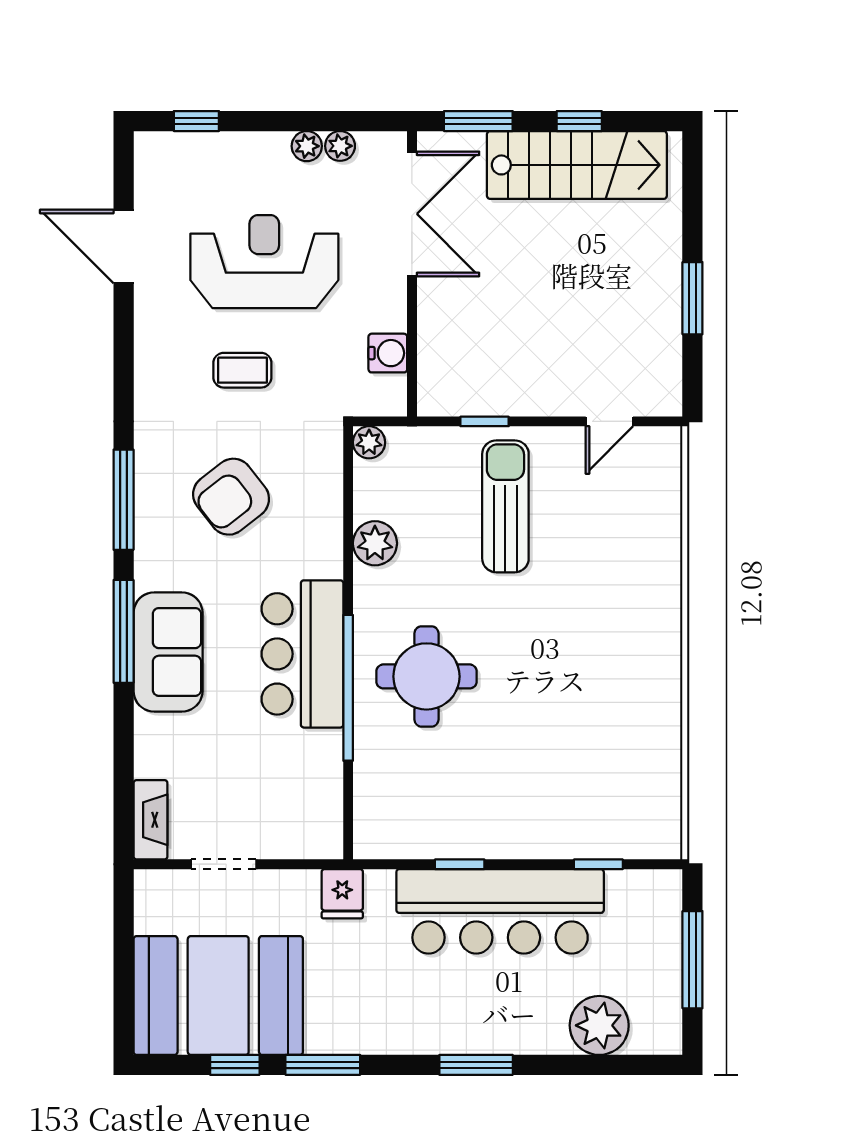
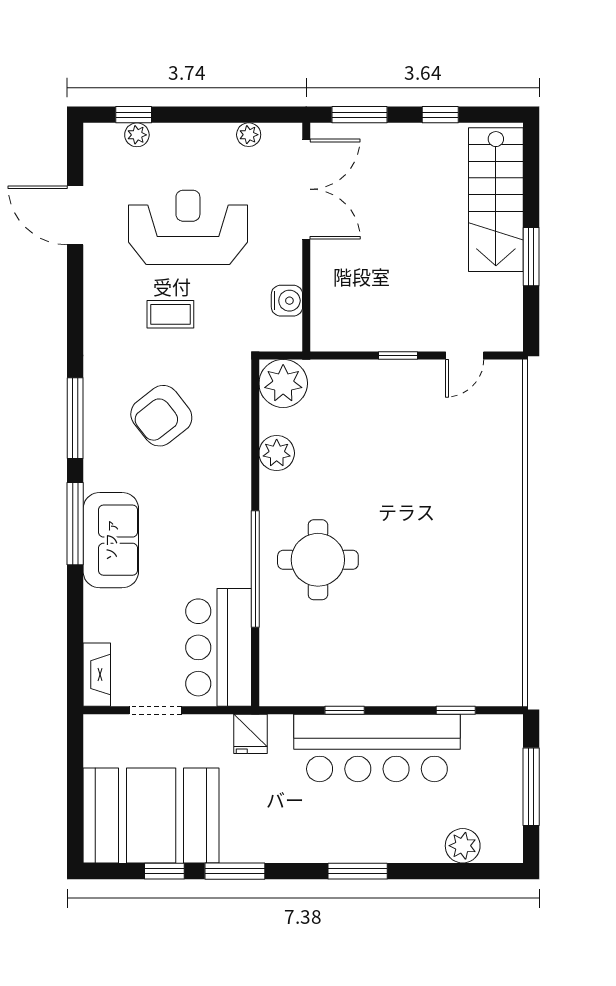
plant: (307, 146) -> (137, 135), moved
stairs: (577, 165) -> (496, 200), moved, turned 90
window: (485, 421) -> (398, 355), moved
plant: (369, 442) -> (283, 383), width x1.88, depth x1.88
sun lounger: (505, 506) -> (381, 423), removed
bar counter: (302, 654) -> (219, 647), moved
plant: (599, 1025) -> (463, 846), width x0.73, depth x0.73

